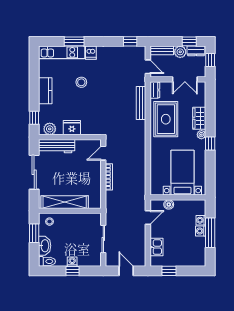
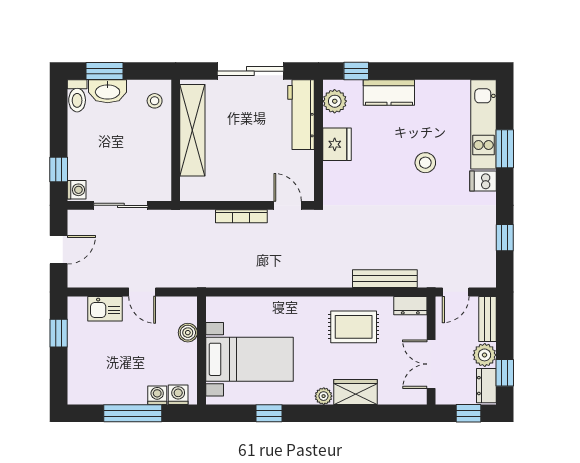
window: (130, 41) -> (505, 238), moved
kitchen counter: (45, 91) -> (389, 92), moved
rug: (166, 119) -> (354, 327), width x0.73, depth x0.70
window: (210, 143) -> (269, 413), moved
door: (148, 217) -> (142, 292), moved
washing machine: (201, 231) -> (178, 395), moved
window: (34, 233) -> (104, 71), moved
washing machine: (72, 262) -> (77, 190), moved
window: (72, 271) -> (59, 170), moved

